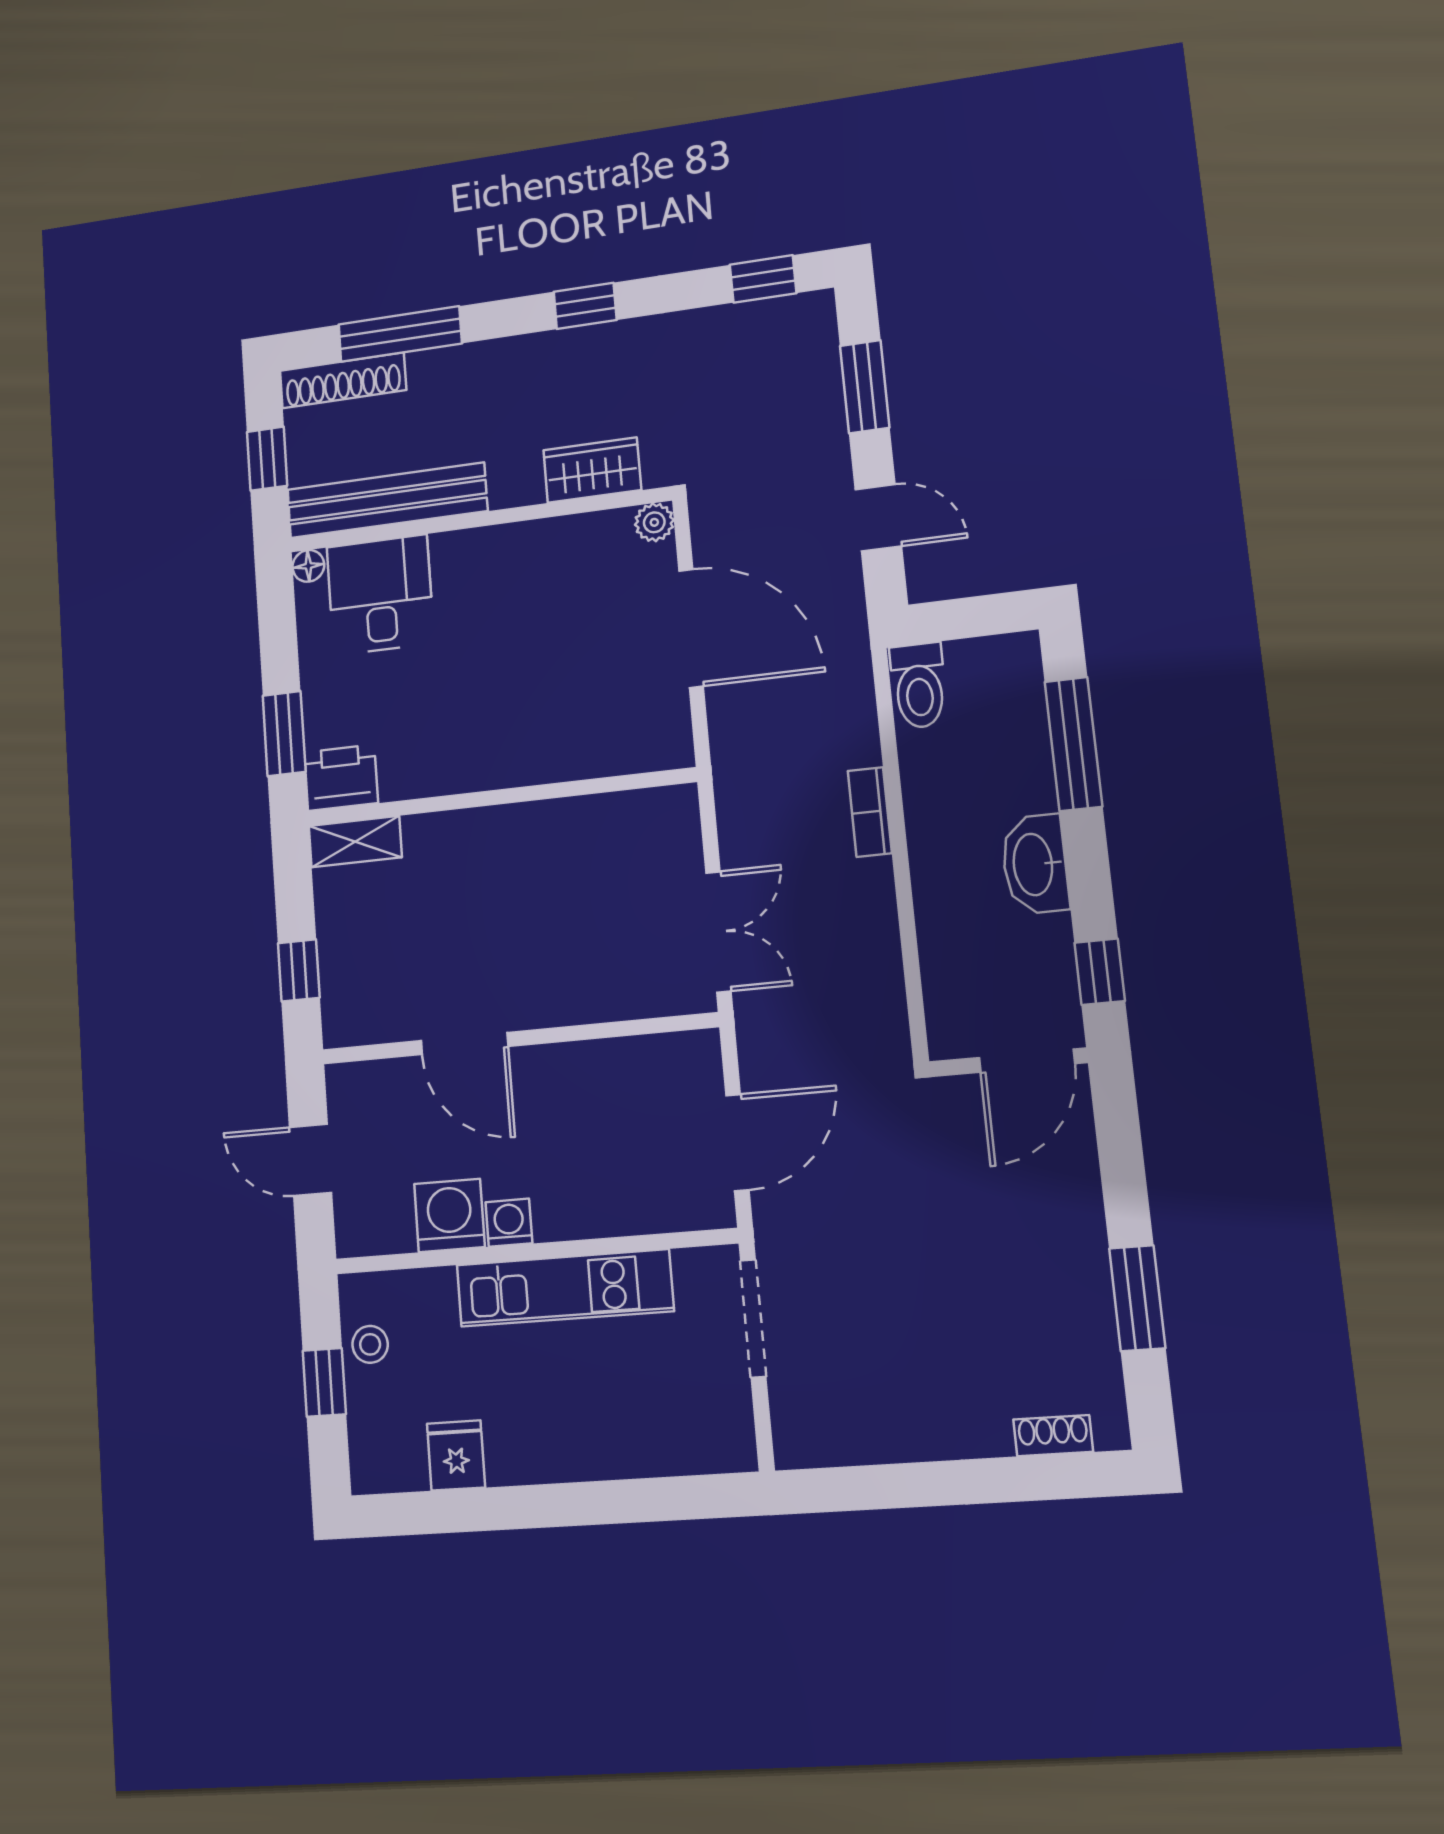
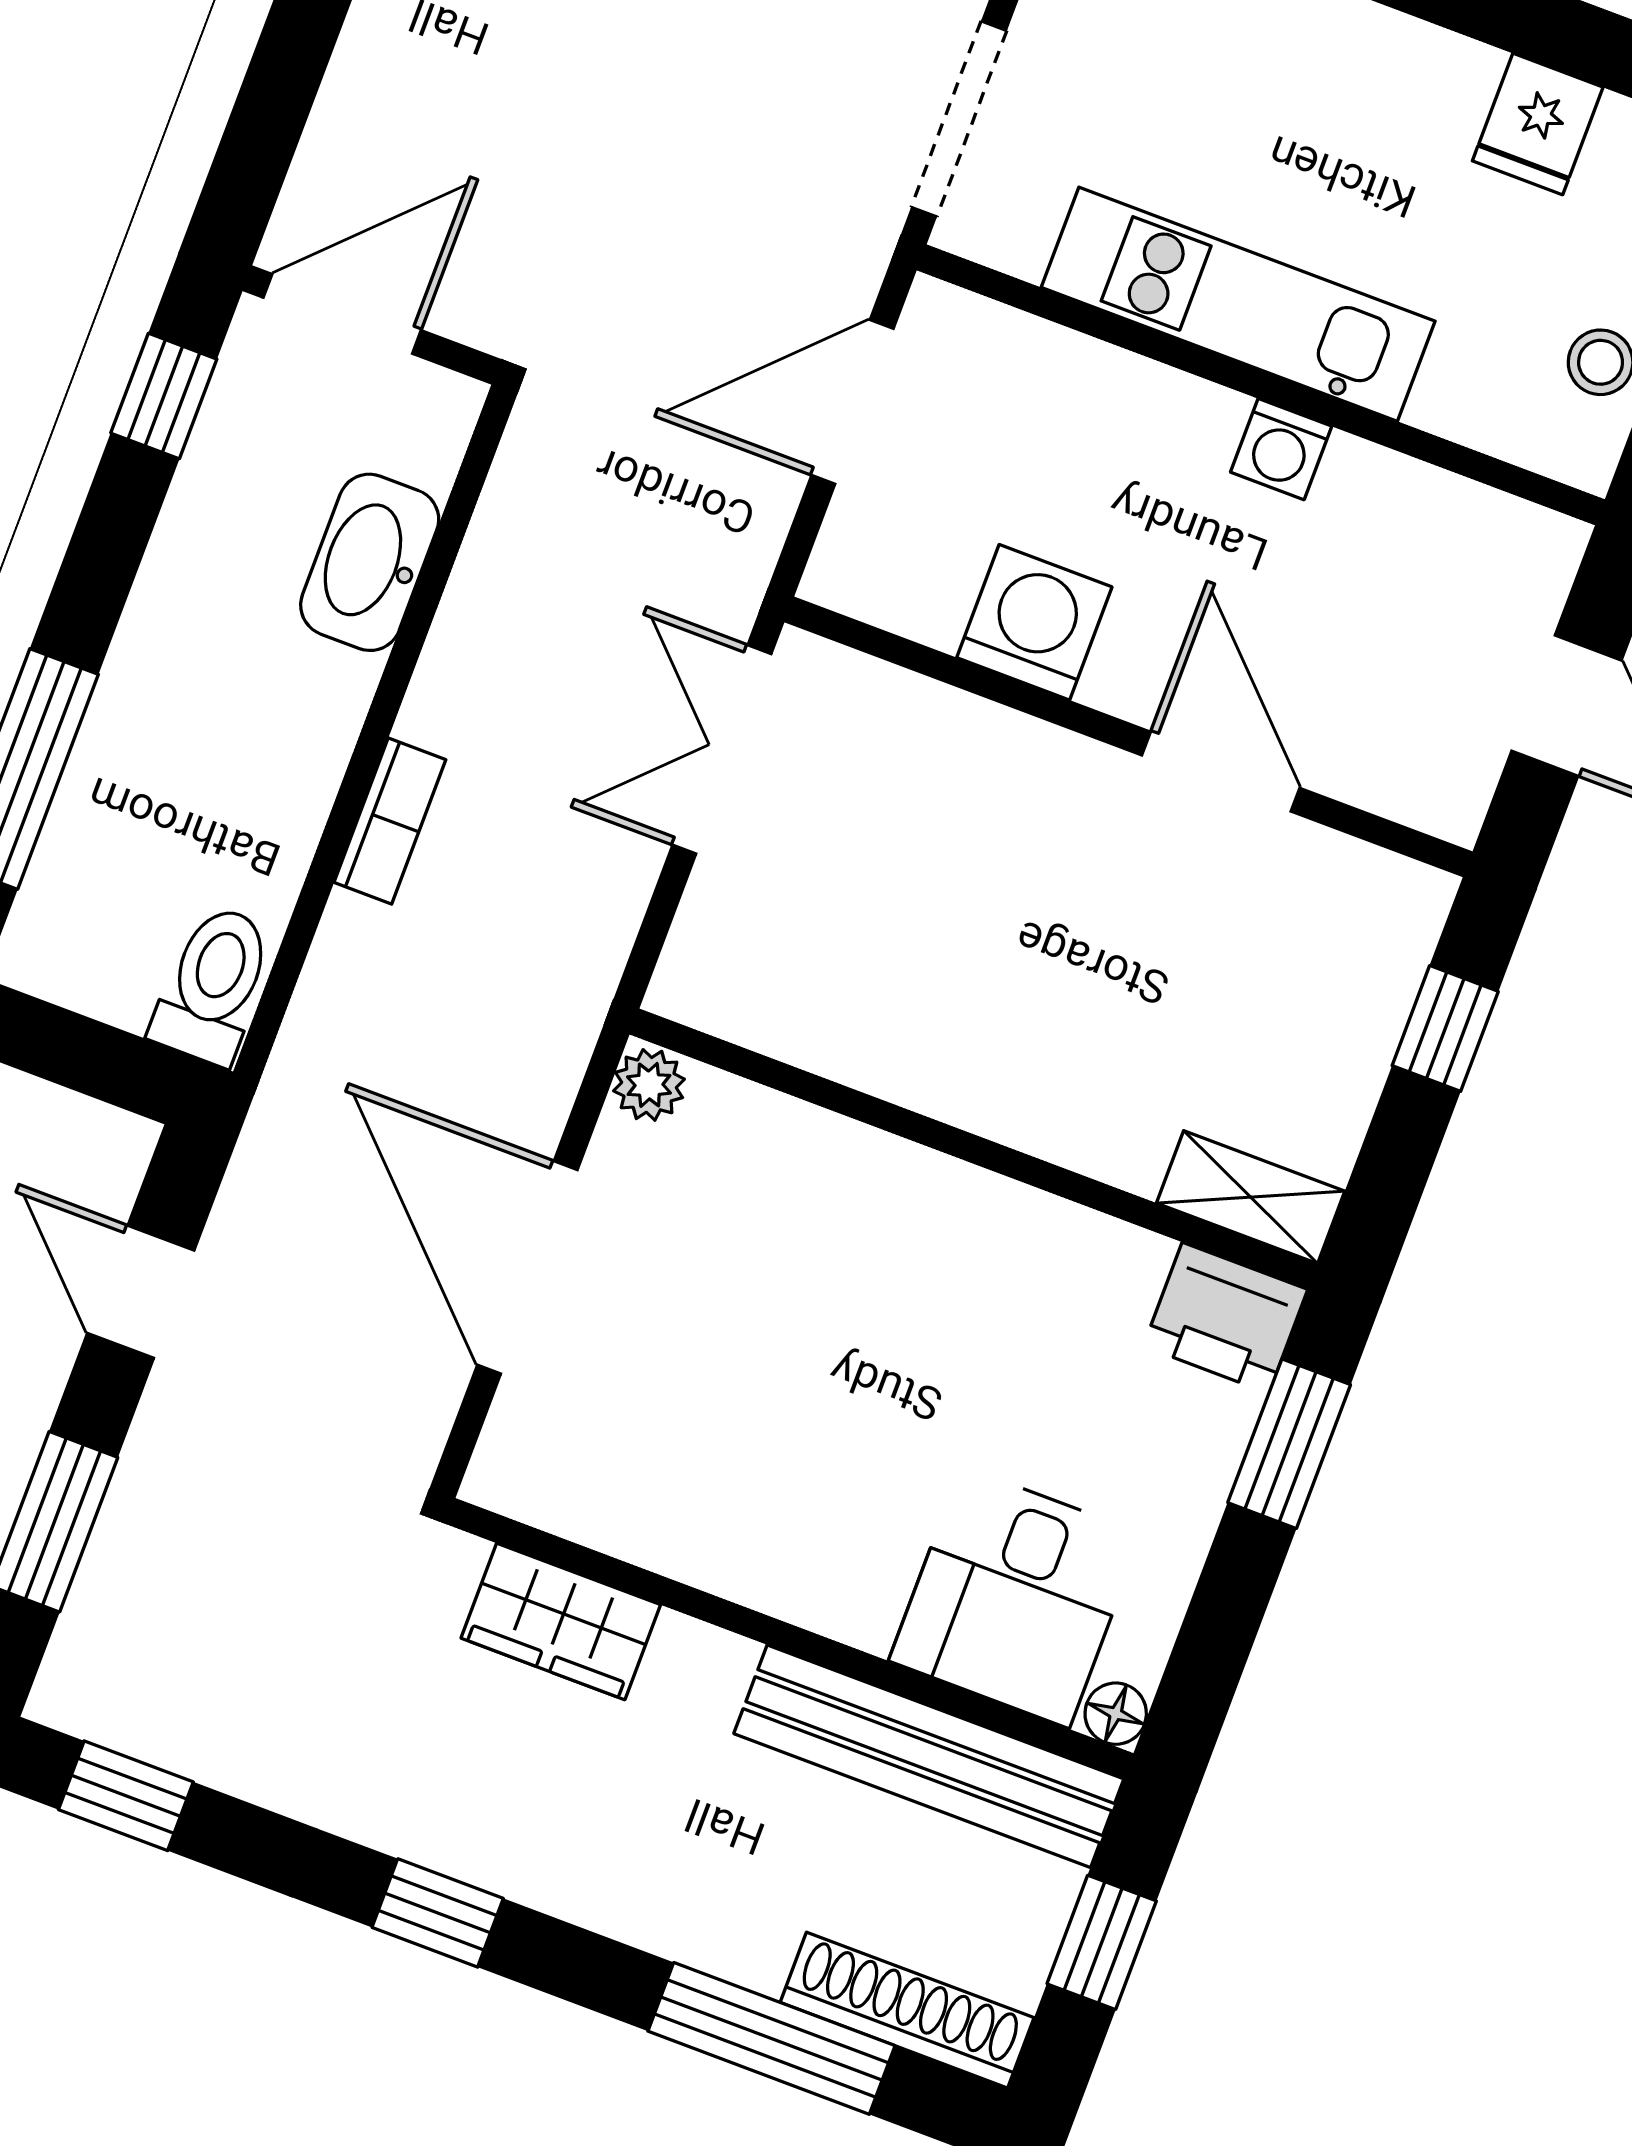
plant: (654, 522) -> (649, 1085), moved
washbasin: (1035, 864) -> (370, 562), moved, turned 180
washing machine: (449, 1215) -> (1034, 622), moved, turned 180

